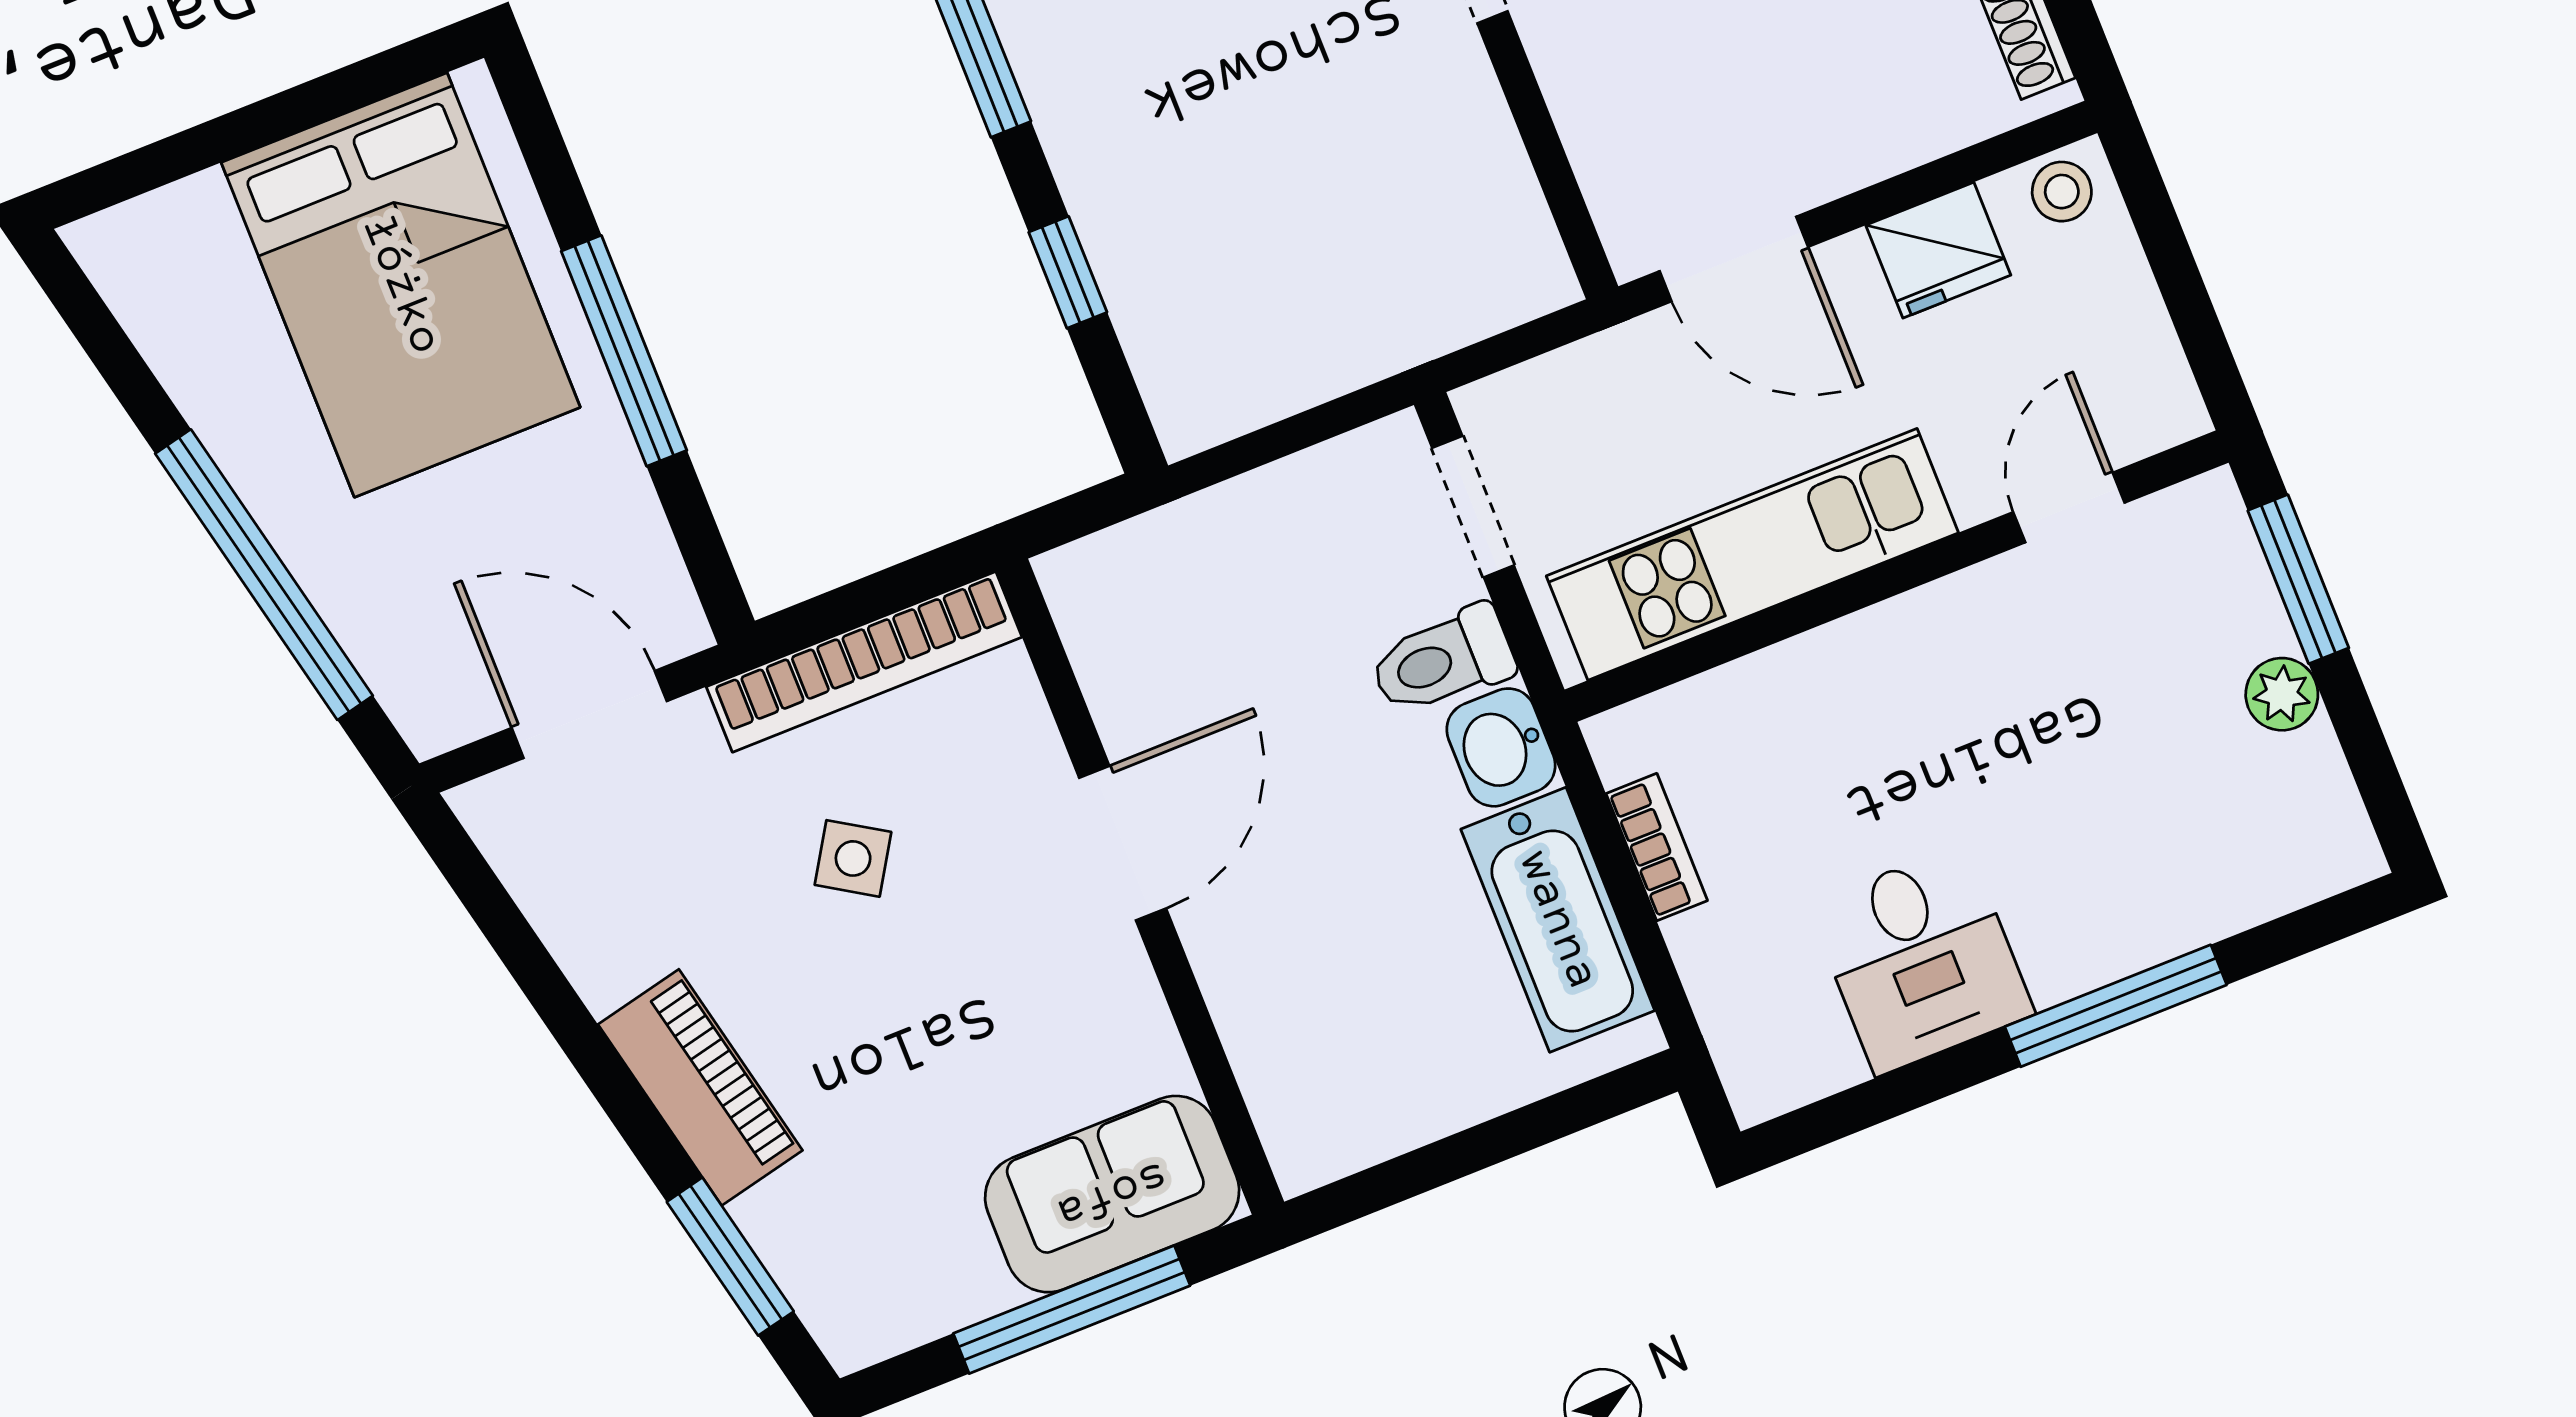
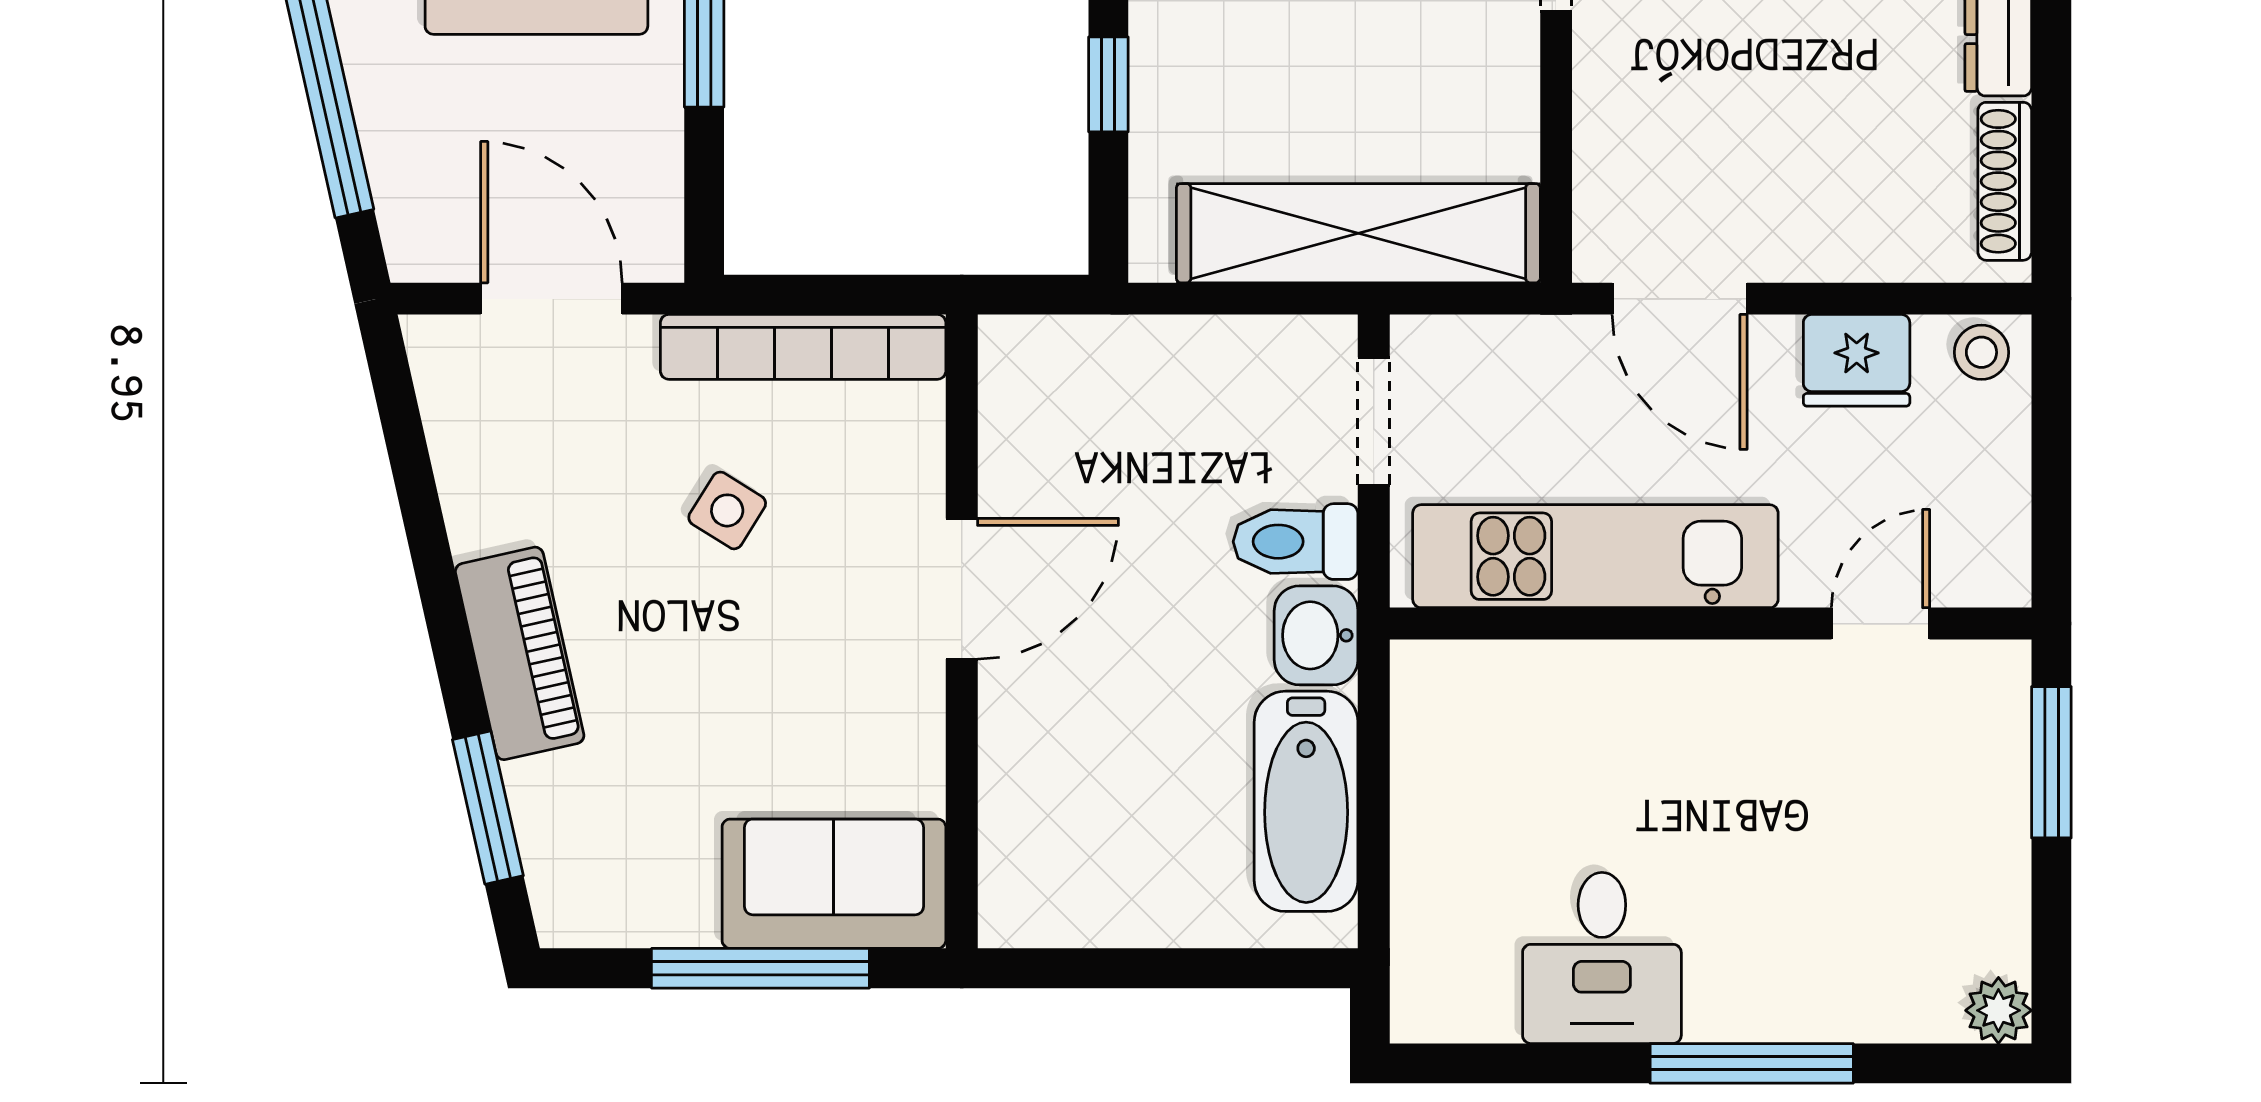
shelving: (1381, 322) -> (1358, 233), added
plant: (2282, 694) -> (1998, 1010), moved
bookcase: (1657, 847) -> (1415, 773), removed

